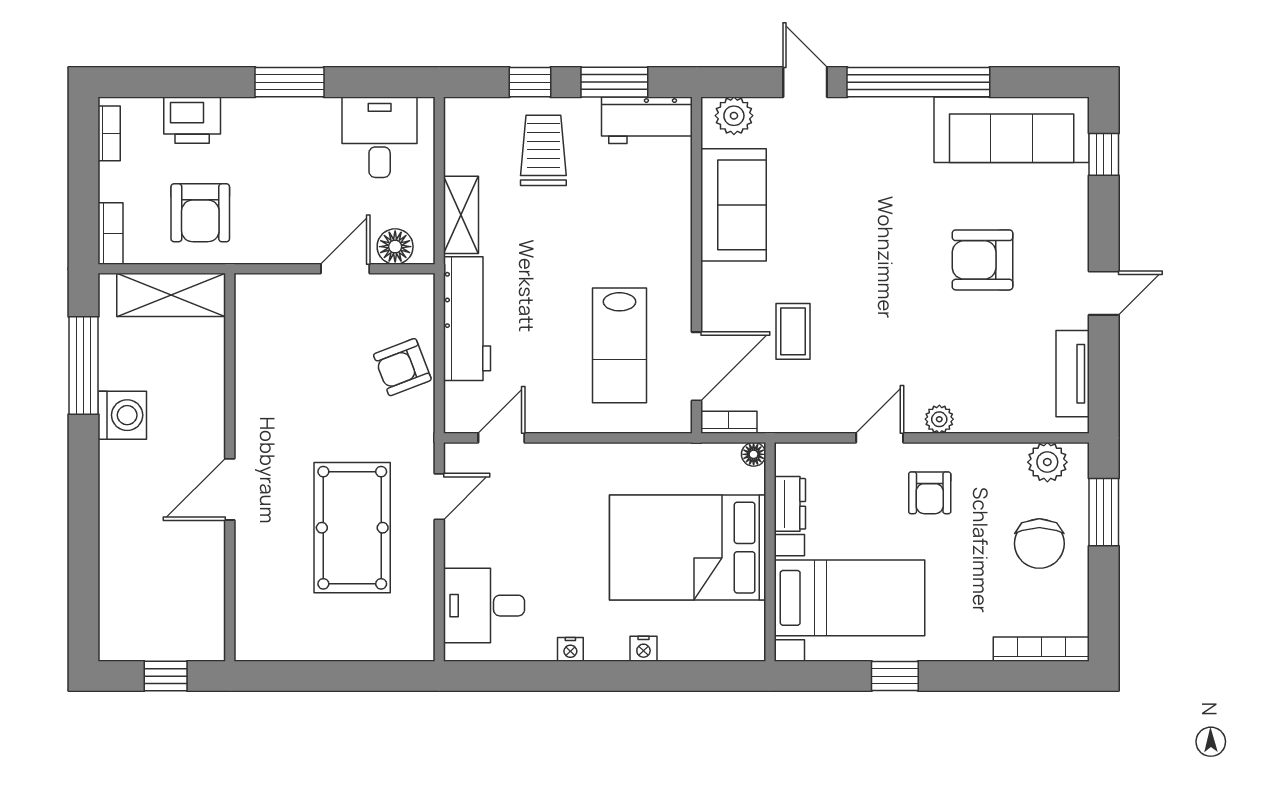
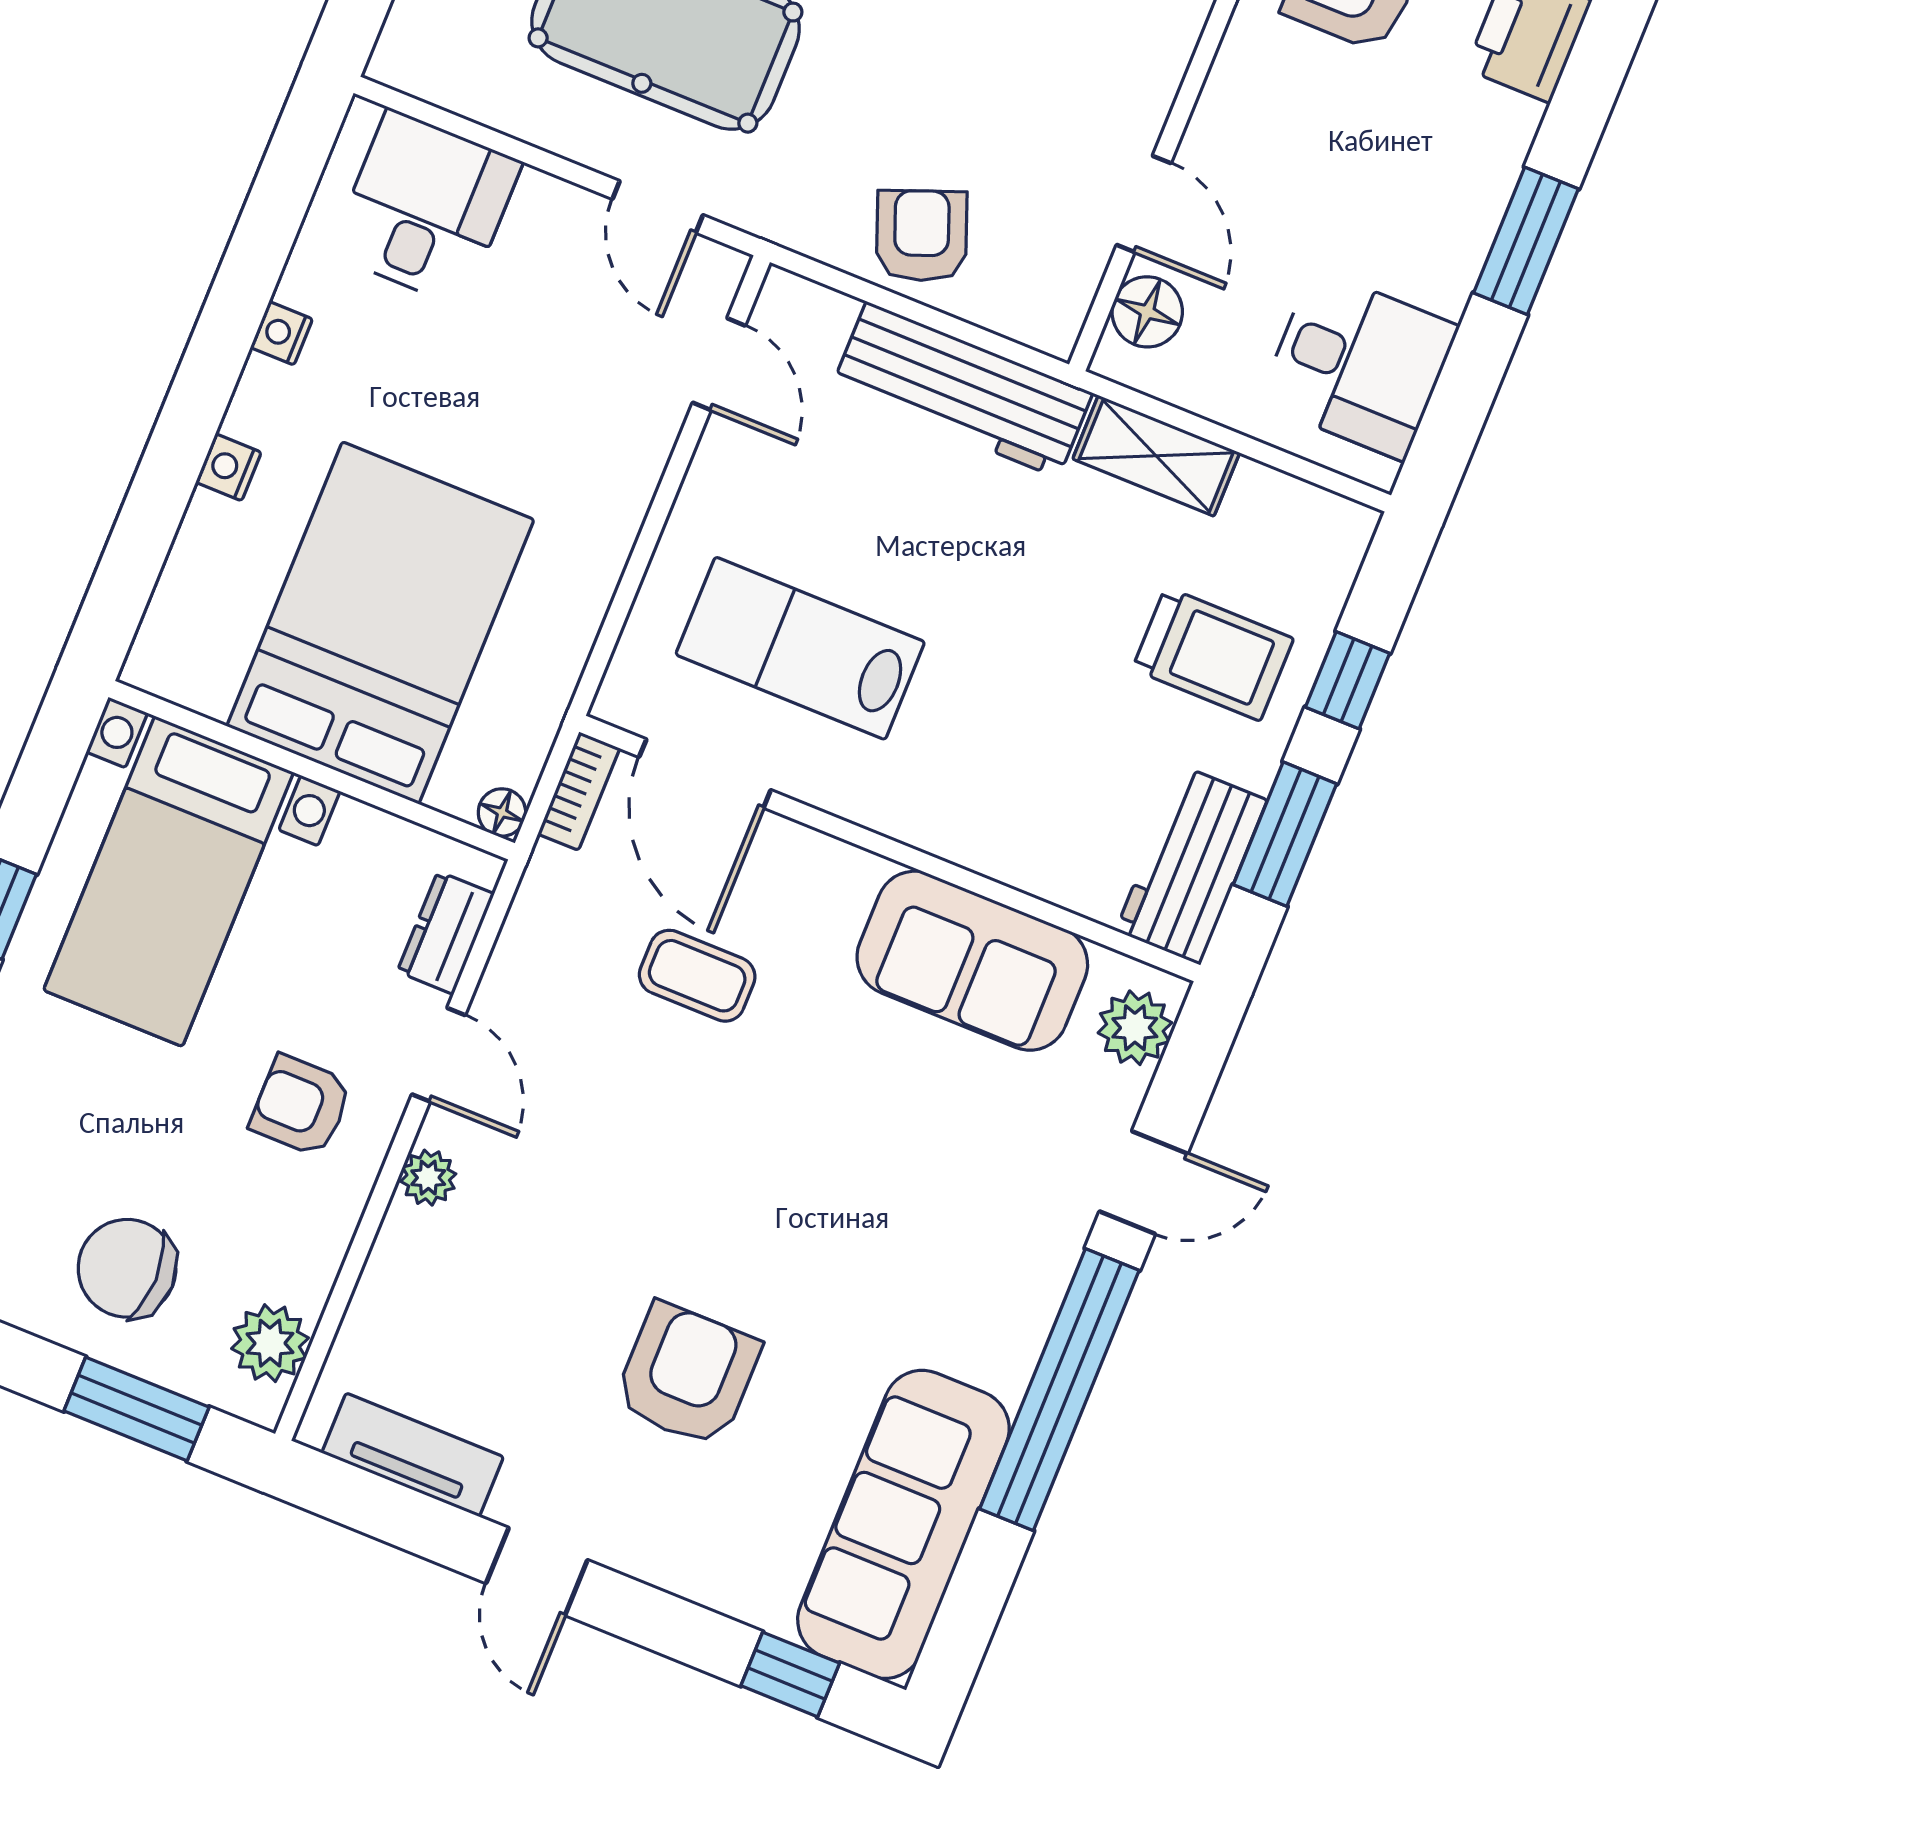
dresser: (790, 504) -> (446, 933), moved, turned 90

